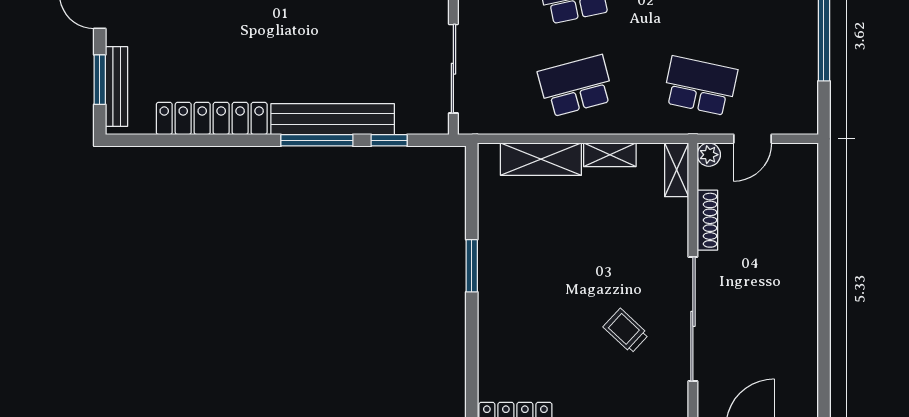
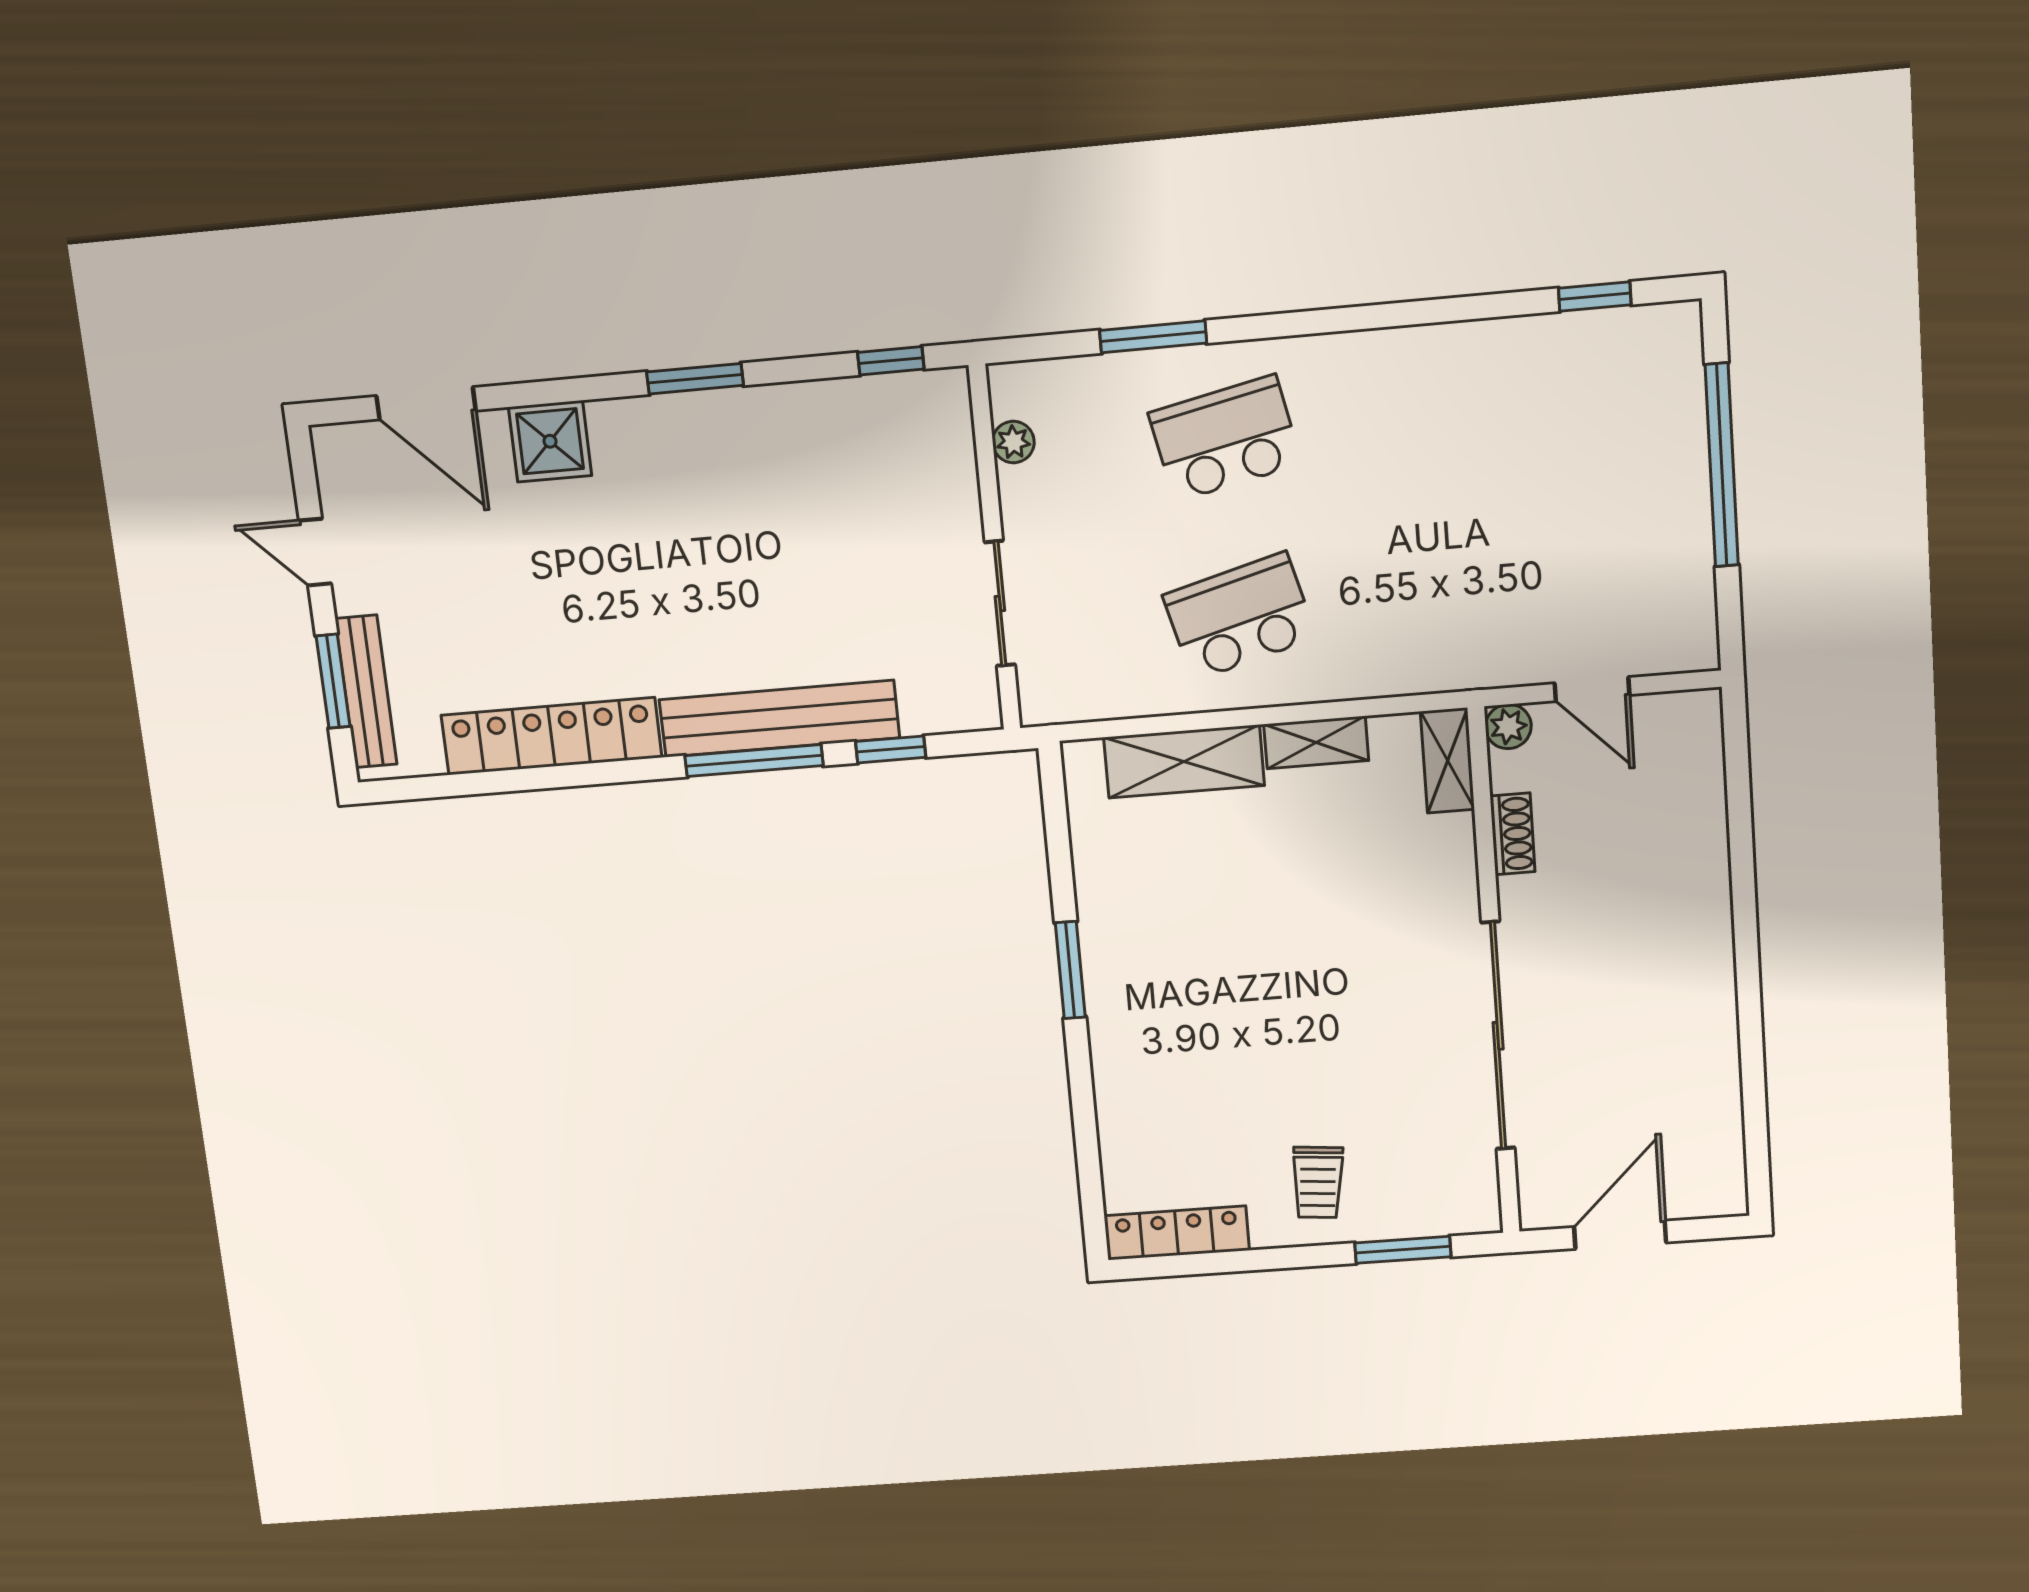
sliding door: (453, 69) -> (1000, 604), width x0.73
school desk: (700, 86) -> (1483, 596), removed
door: (753, 139) -> (1592, 689), hinge flipped
shoe rack: (707, 220) -> (1513, 834), width x0.70
trolley: (626, 331) -> (1318, 1182), moved, turned -128

